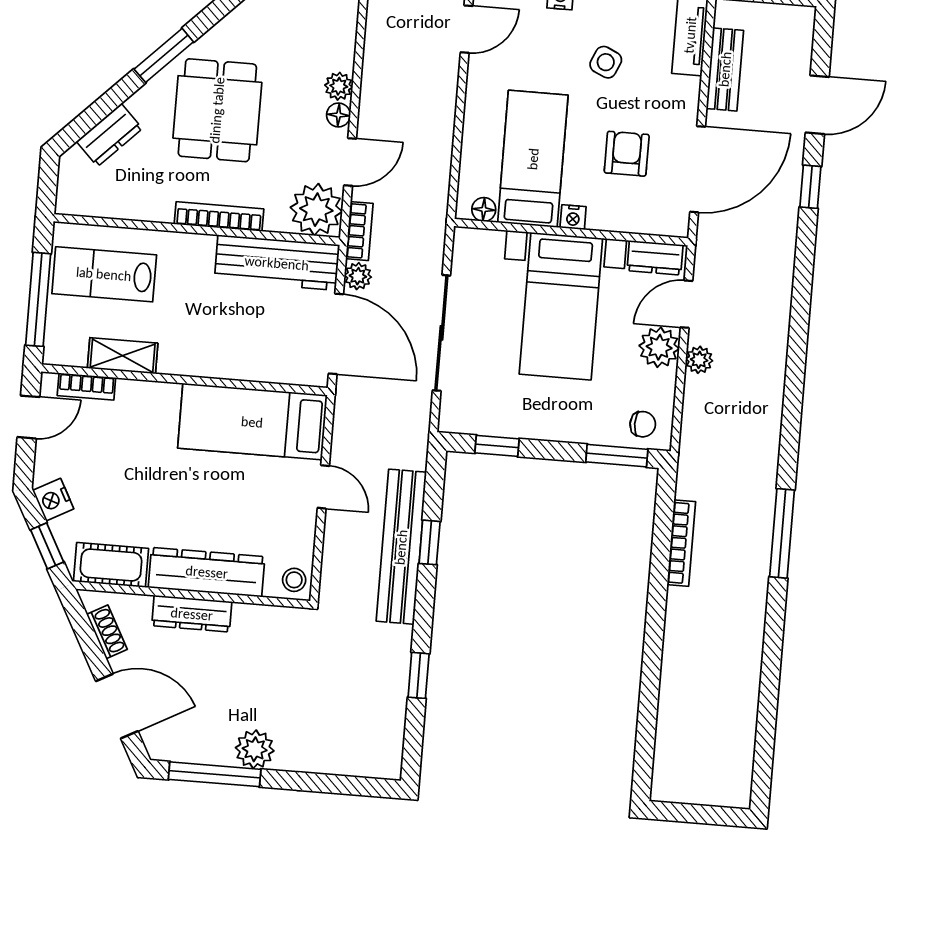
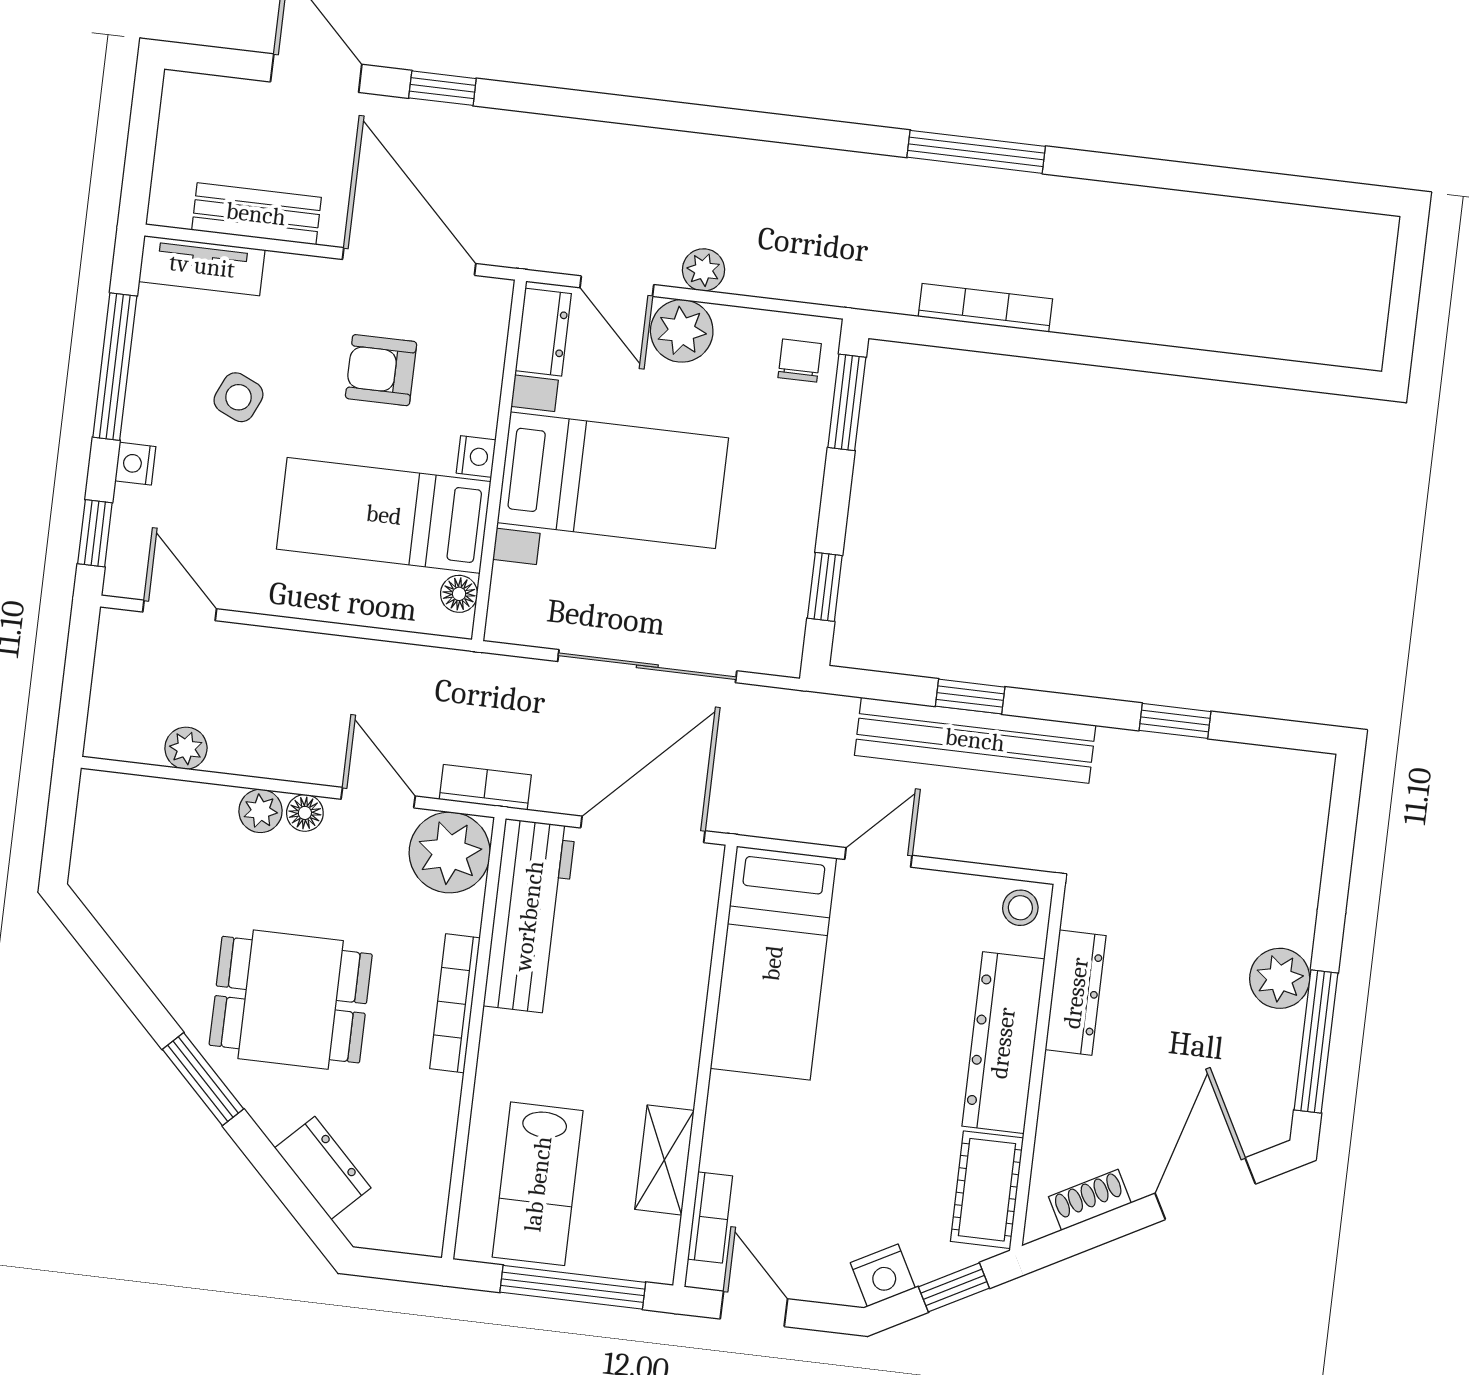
plant: (358, 276) -> (186, 748), moved
dresser: (192, 614) -> (1076, 993), moved

